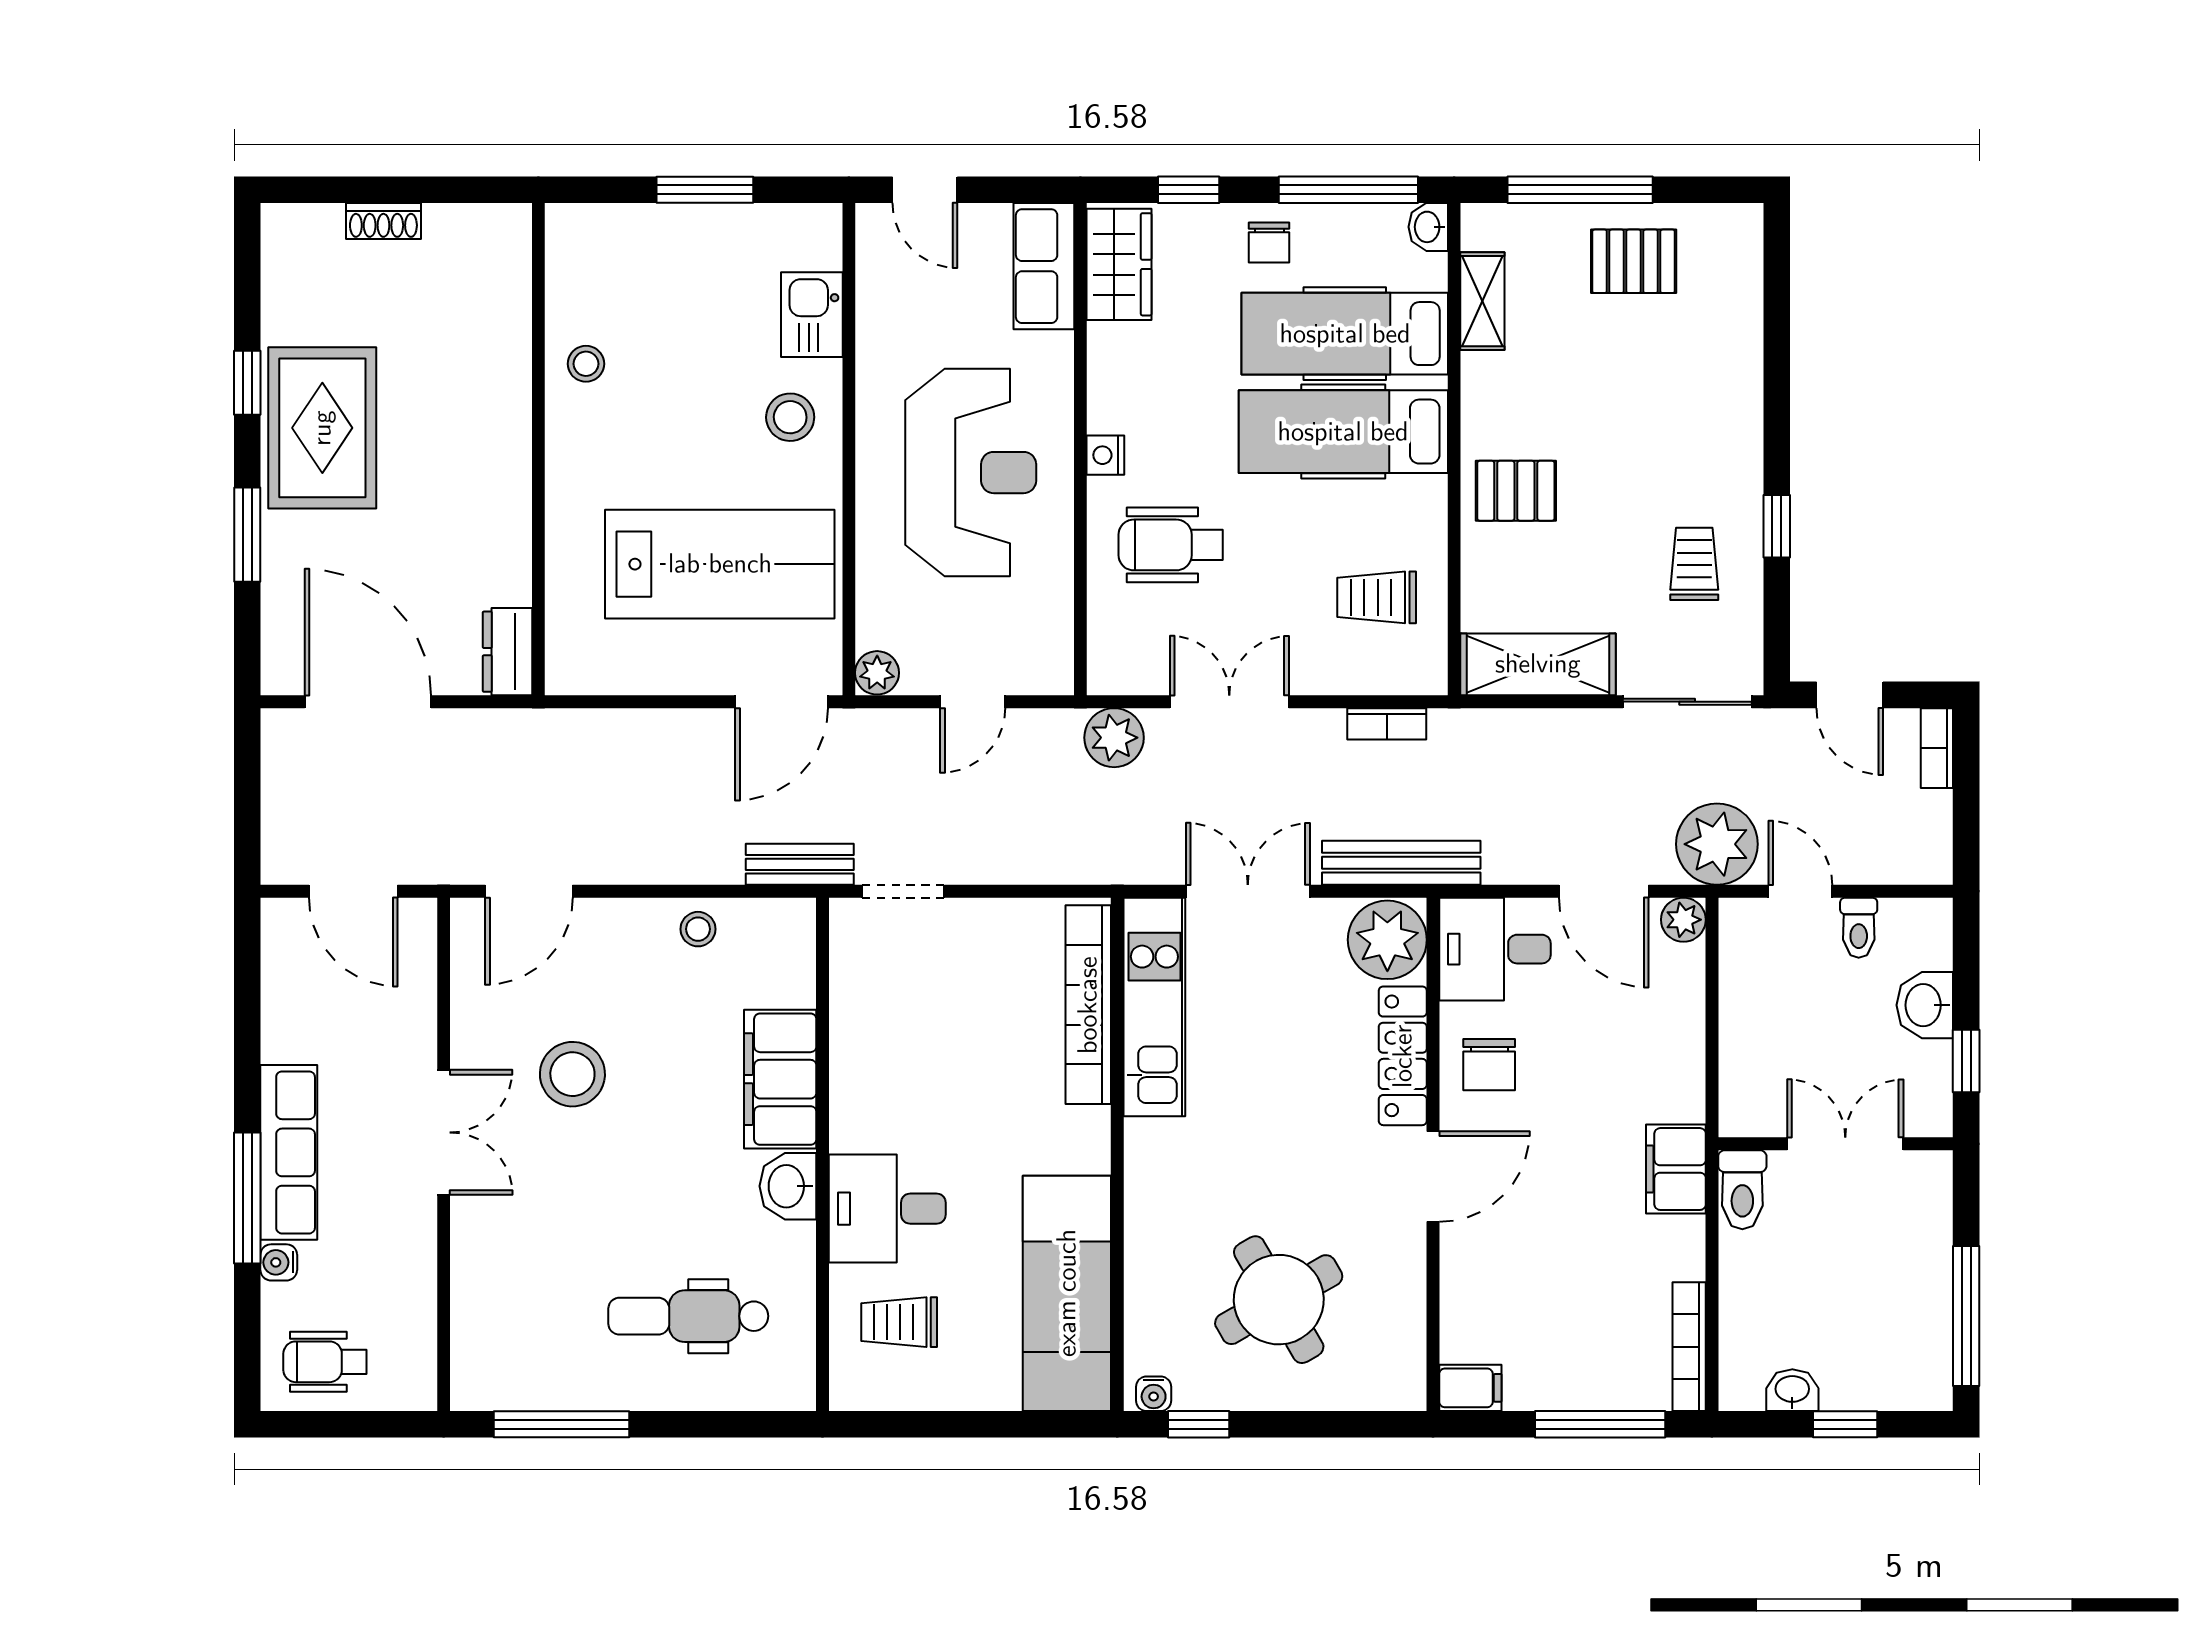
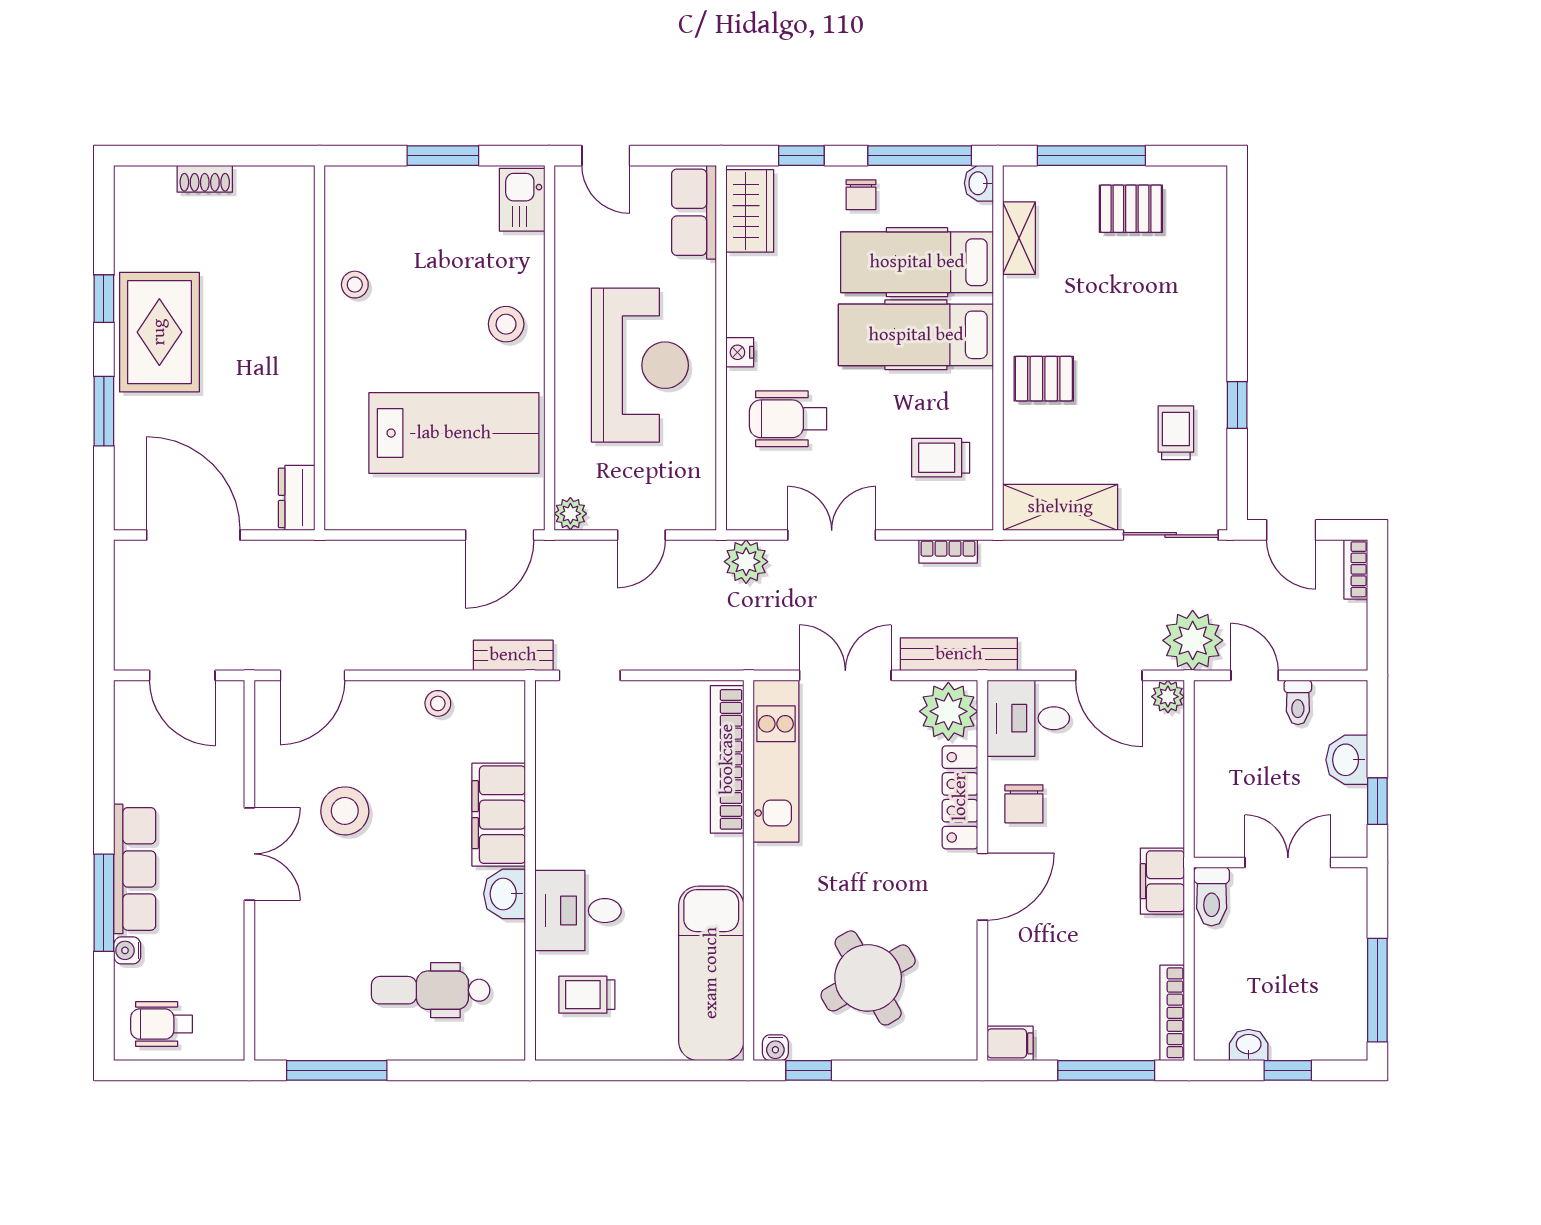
kitchen sink: (812, 315) -> (522, 200), moved

